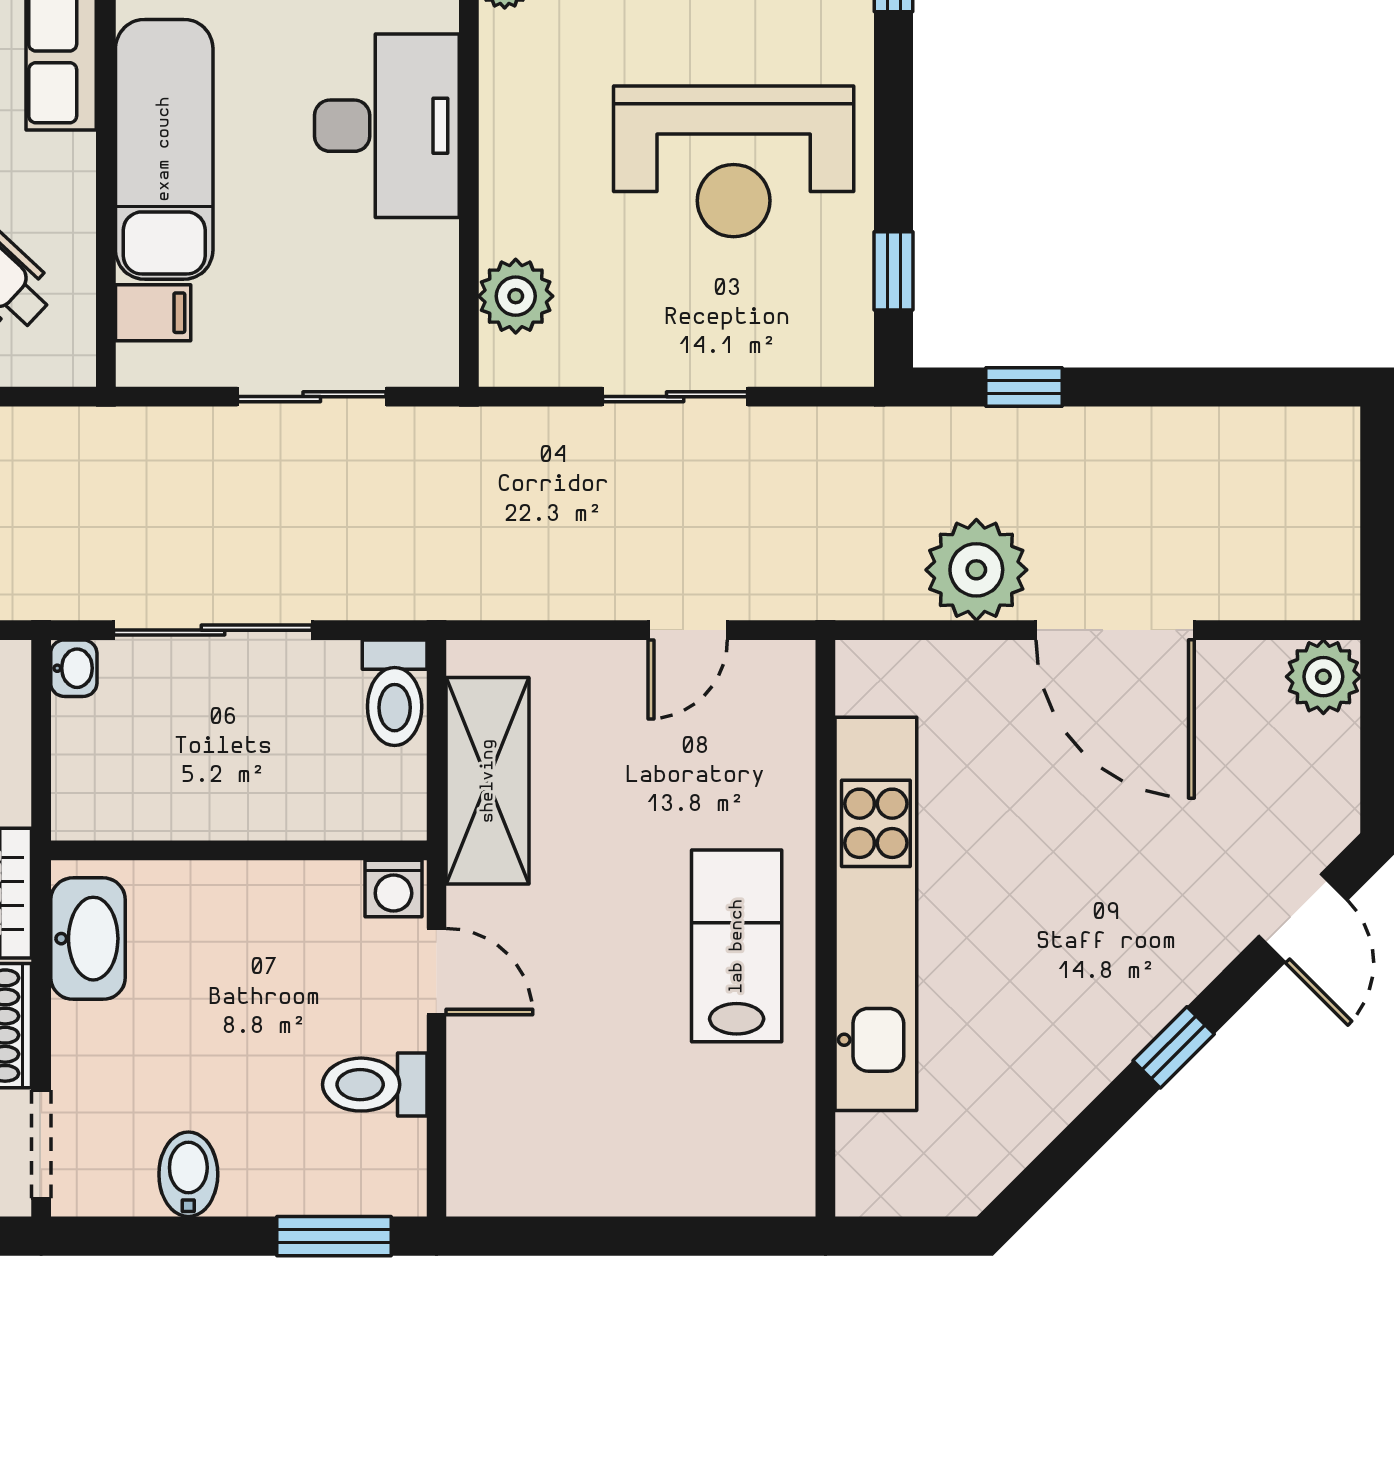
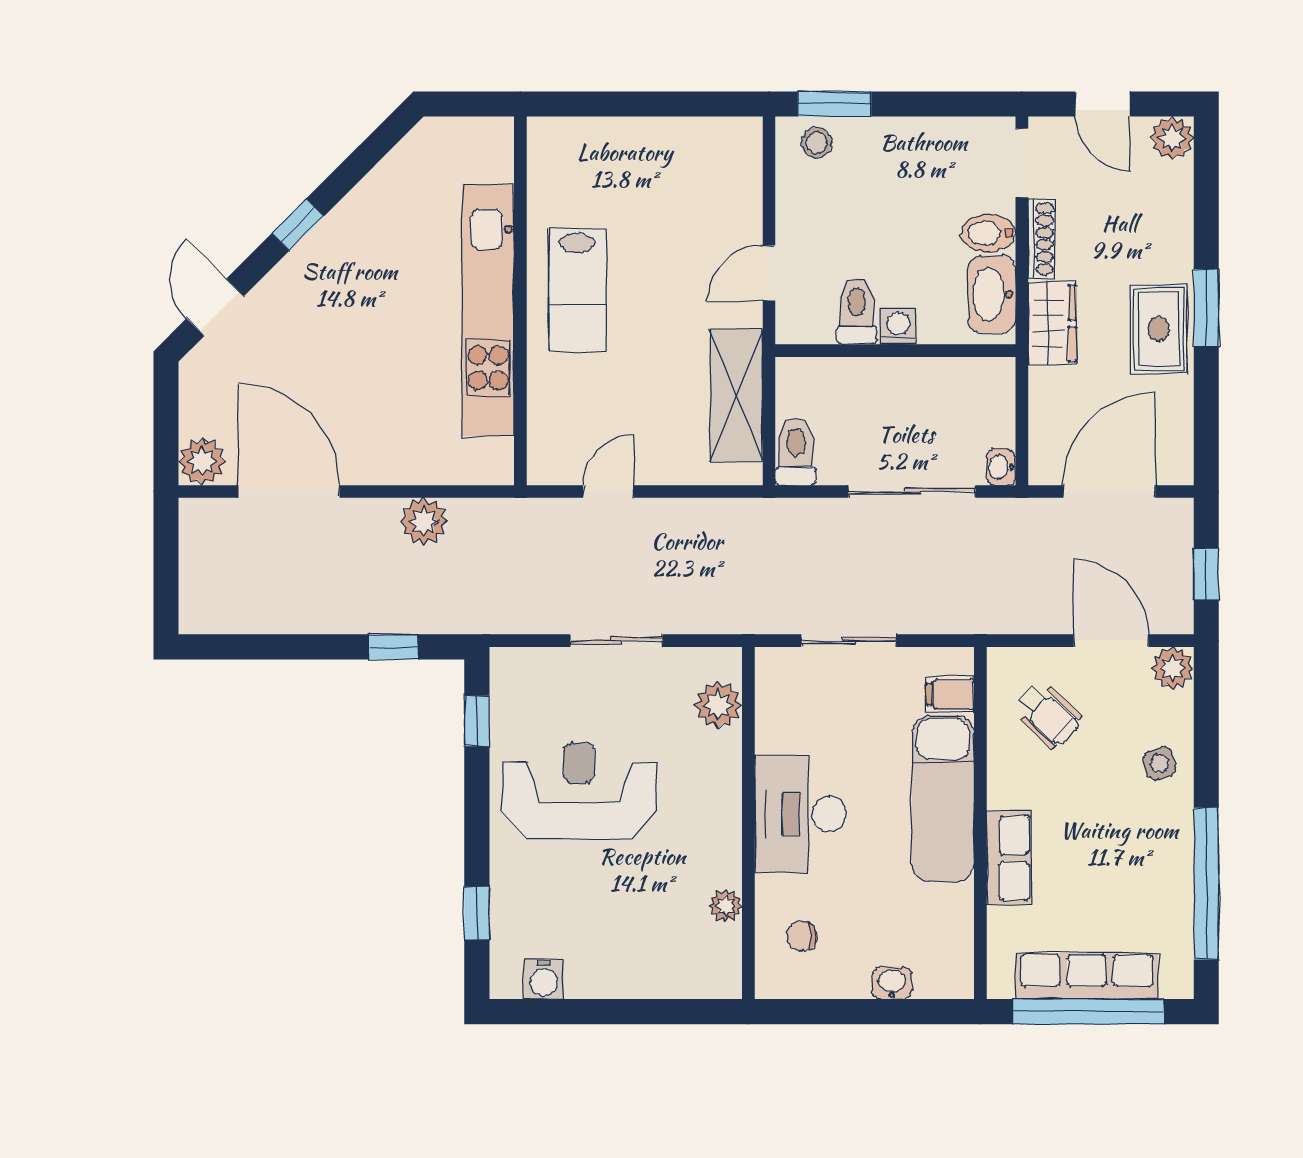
plant: (976, 570) -> (424, 521), width x0.73, depth x0.73
door: (1115, 630) -> (289, 491), moved
washing machine: (393, 888) -> (898, 326), moved
door: (437, 972) -> (769, 273), hinge flipped
toilet: (375, 1085) -> (857, 311), moved, turned -90
bidet: (188, 1174) -> (988, 233), moved, turned 90
stool: (362, 1175) -> (816, 143), added

